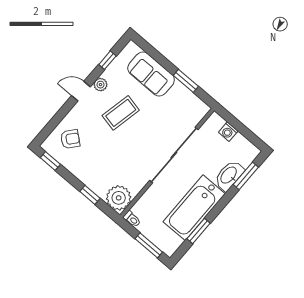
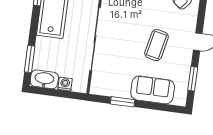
window: (107, 60) -> (193, 79), width x1.50
plant: (100, 85) -> (186, 57), removed
washbasin: (229, 175) -> (44, 79), moved, turned -90

